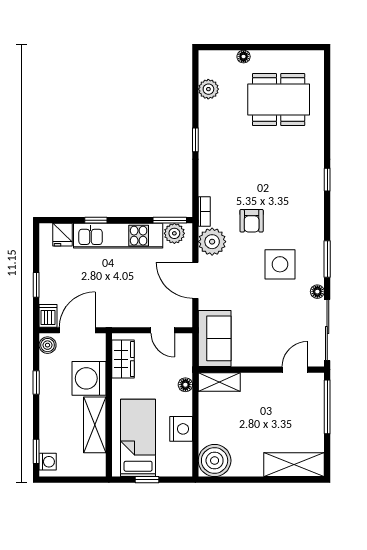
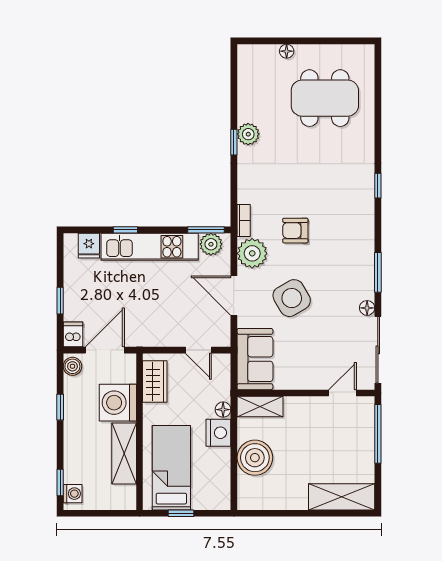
plant: (208, 89) -> (248, 134), moved
armchair: (252, 221) -> (295, 231), turned 90
side table: (280, 264) -> (292, 298), moved, turned -30
nightstand: (181, 429) -> (218, 433), moved
boiler: (215, 461) -> (255, 458), moved

